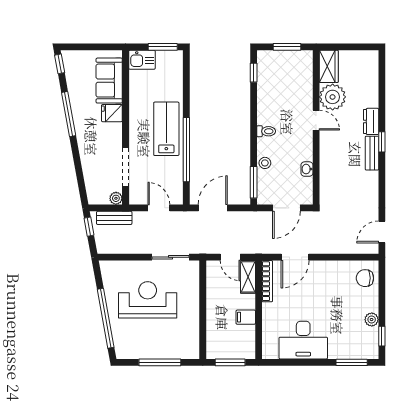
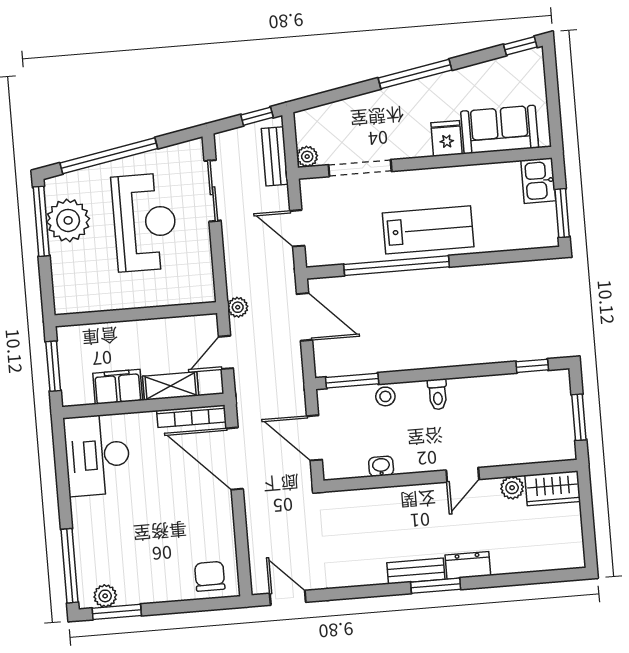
plant: (333, 97) -> (512, 488), width x0.53, depth x0.53
window: (69, 114) -> (415, 74), moved
window: (382, 142) -> (436, 586), width x1.50
door: (159, 208) -> (297, 228), swing flipped
plant: (204, 248) -> (238, 307), added
sliding door: (171, 257) -> (213, 191), moved
door: (295, 257) -> (235, 459), width x1.36
shelving: (248, 277) -> (171, 386), moved
filing cabinet: (246, 317) -> (118, 387), width x2.00
plant: (372, 320) -> (105, 596), moved
window: (382, 336) -> (117, 612), width x1.50
desk: (303, 340) -> (97, 455), moved
plant: (143, 346) -> (68, 220), added
window: (160, 362) -> (41, 221), moved
window: (352, 362) -> (70, 566), width x1.44

